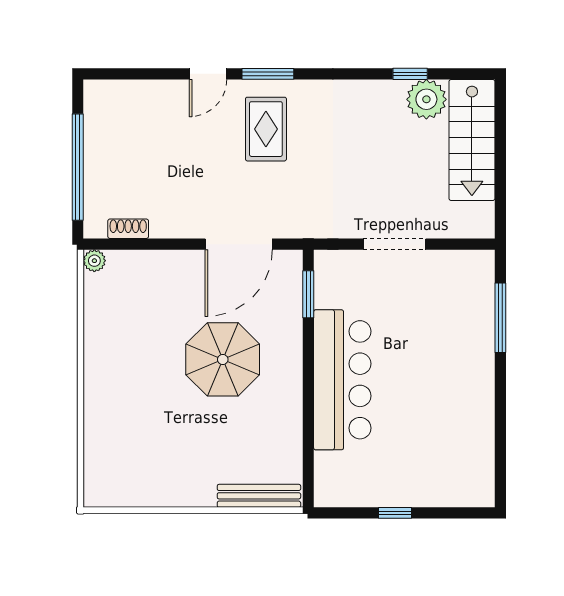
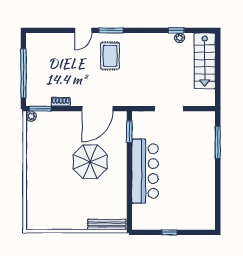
plant: (426, 99) -> (180, 38), width x0.53, depth x0.53
shoe rack: (128, 229) -> (61, 102), moved
window: (114, 244) -> (40, 109), added

